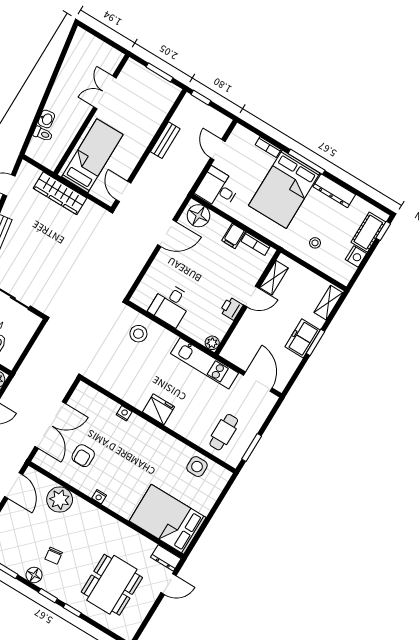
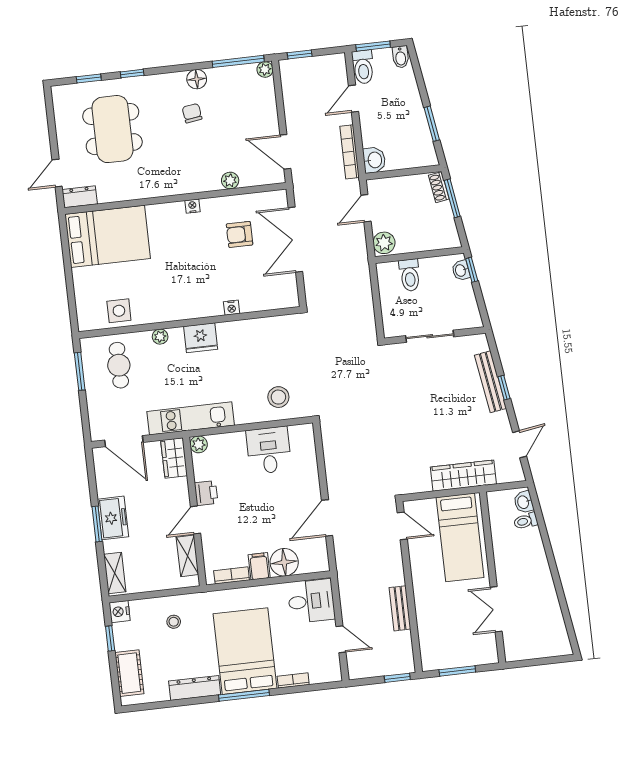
double door: (105, 92) -> (496, 609), swing flipped
washbasin: (46, 119) -> (524, 502), moved
floor lamp: (199, 216) -> (284, 562), moved
window: (383, 231) -> (110, 638), moved
nightstand: (356, 257) -> (120, 612), moved
wardrobe: (234, 346) -> (174, 458), added
plant: (184, 430) -> (160, 337), added
armchair: (83, 456) -> (239, 234), turned -90
plant: (60, 500) -> (230, 181), width x0.53, depth x0.53
window: (48, 596) -> (89, 78), moved

